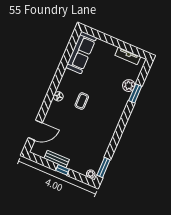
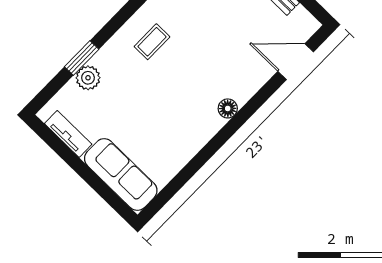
sofa: (81, 52) -> (121, 175), moved, turned 90
coffee table: (82, 101) -> (152, 42), moved

